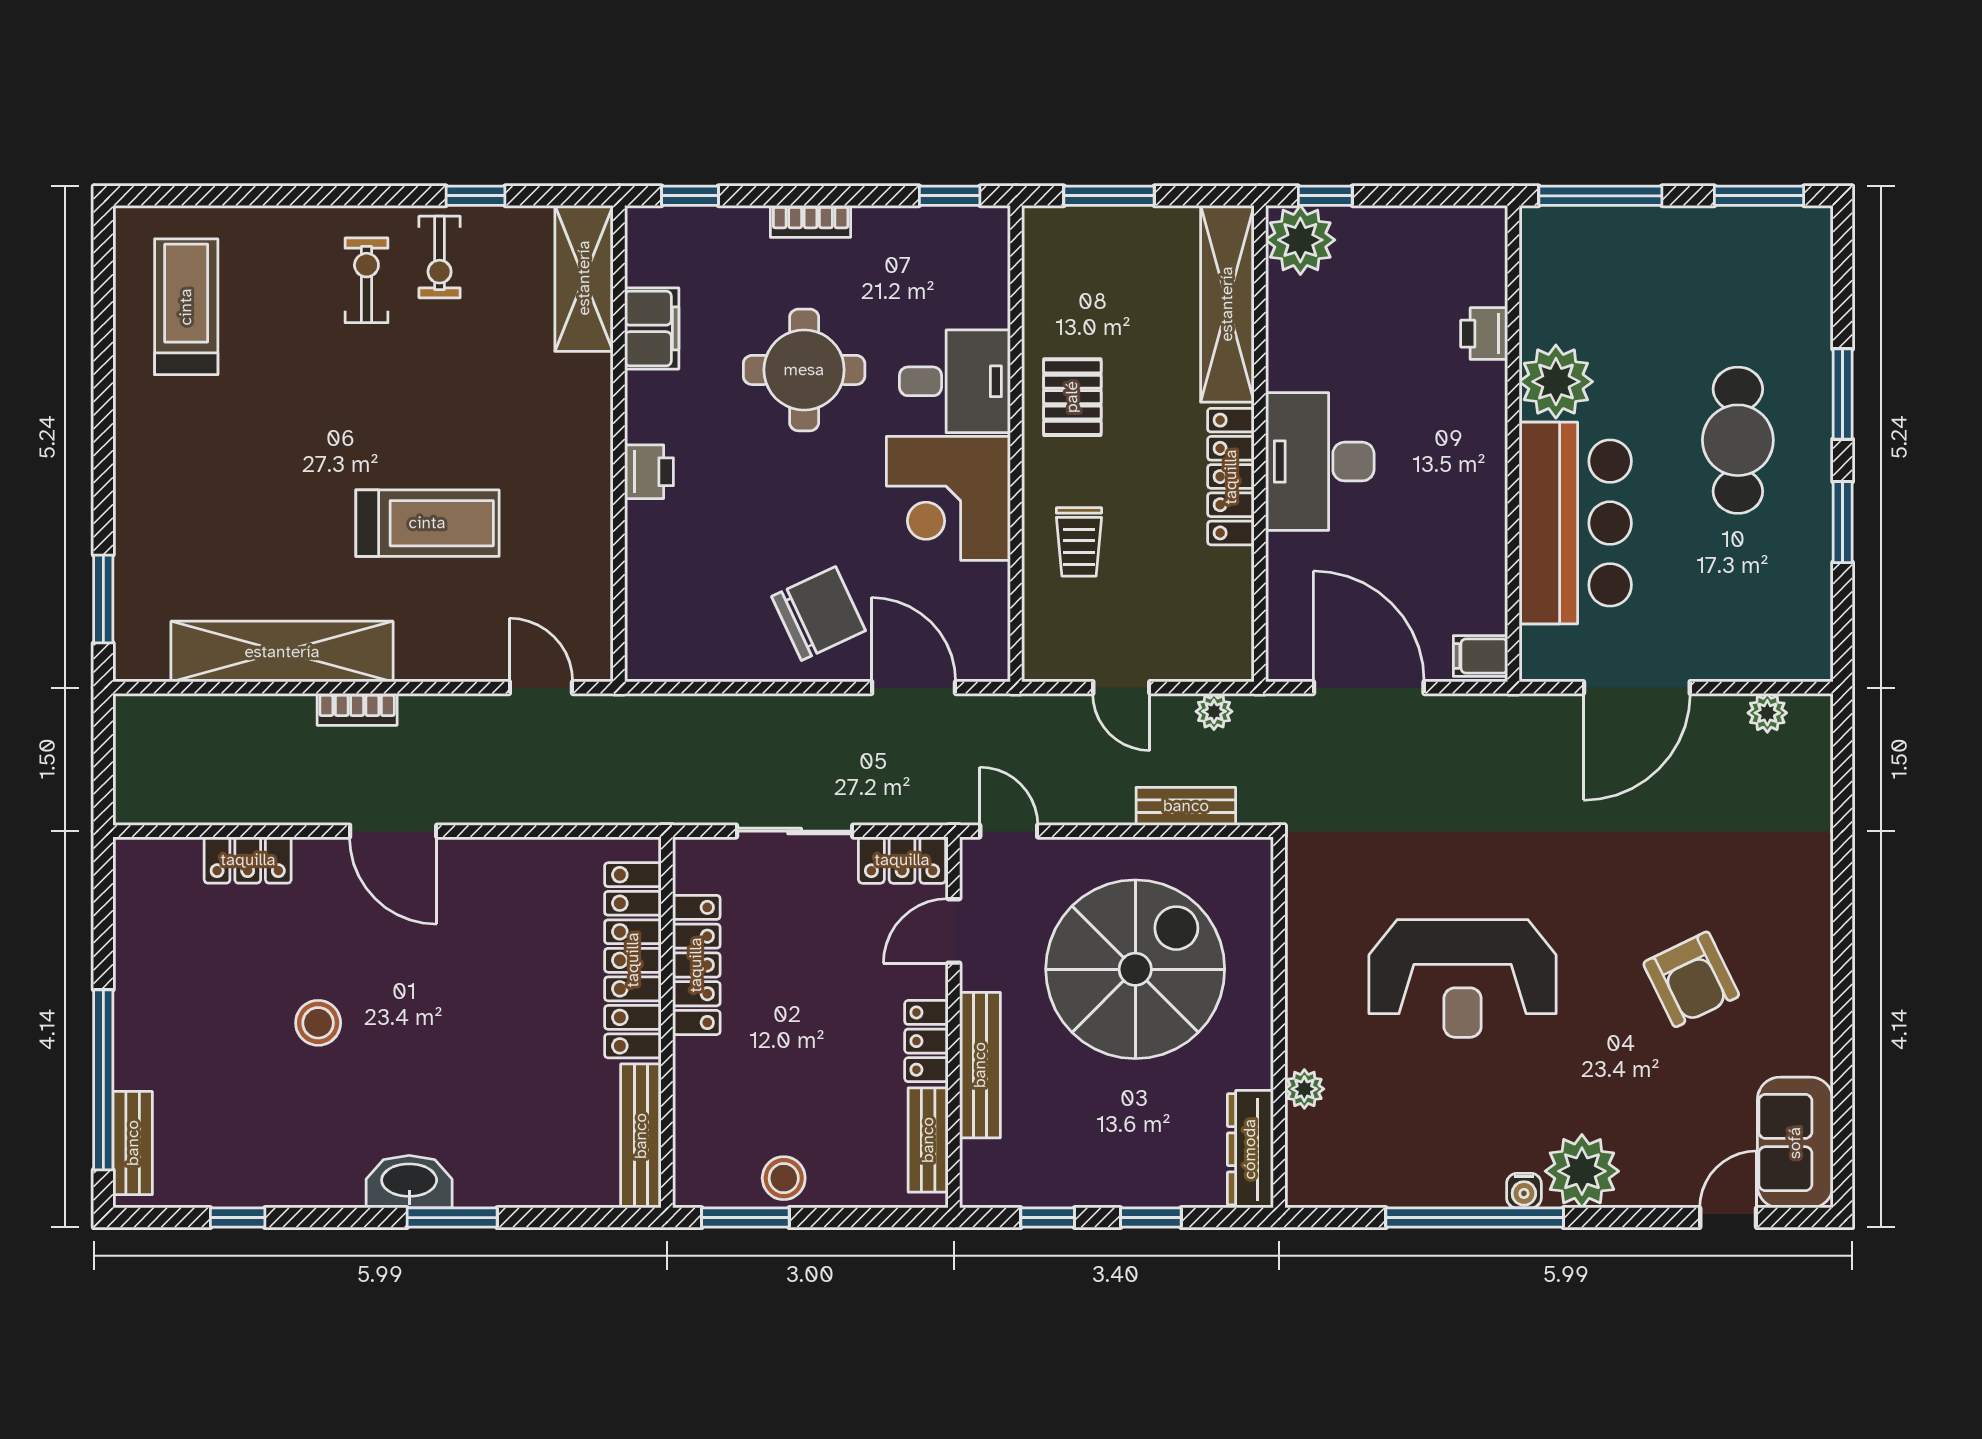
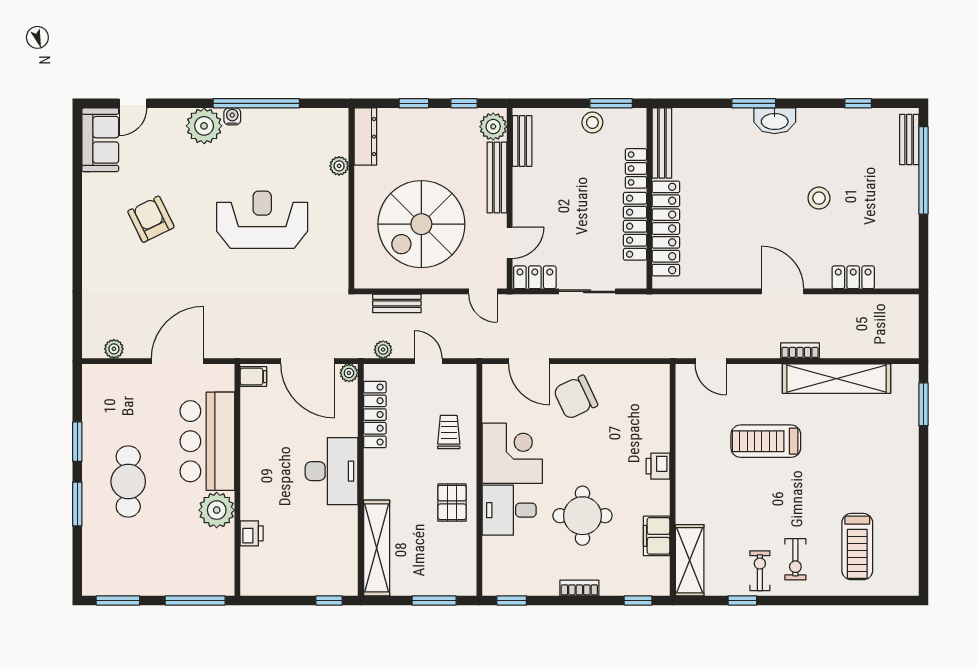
plant: (1300, 240) -> (349, 373), moved, width x0.53, depth x0.53
treadmill: (186, 307) -> (857, 547), moved
locker: (1231, 477) -> (375, 415), moved
locker: (926, 1041) -> (636, 168), moved, turned 180
plant: (988, 1170) -> (493, 127), added

